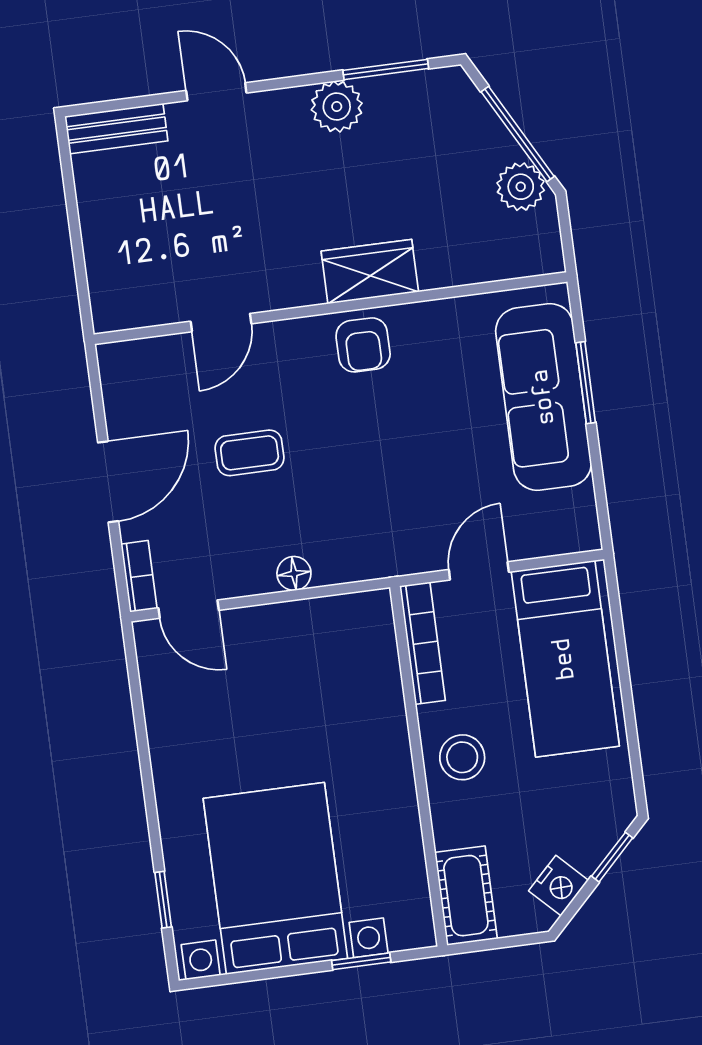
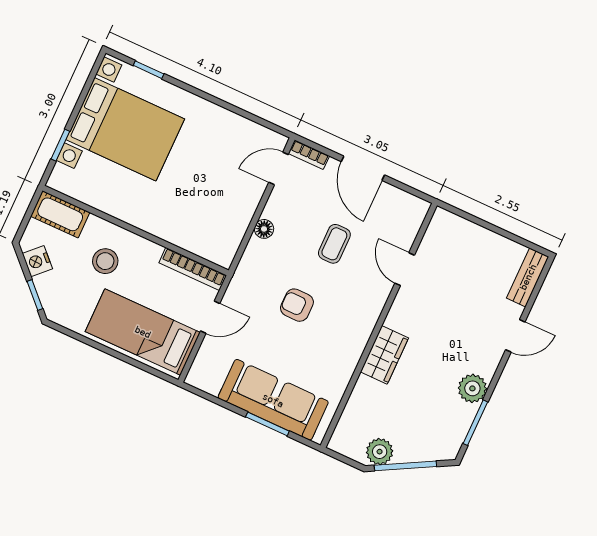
armchair: (363, 345) -> (297, 305), moved
door: (479, 571) -> (210, 317), hinge flipped
stool: (462, 757) -> (105, 261), moved

